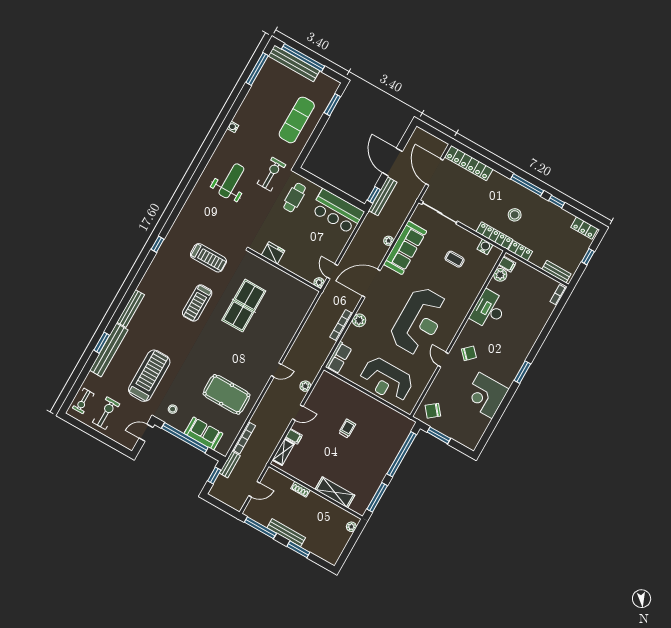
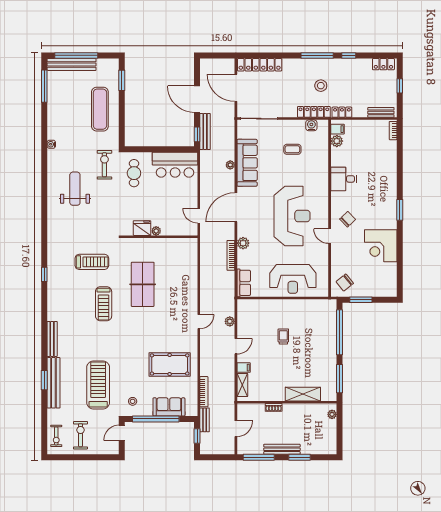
plant: (319, 283) -> (156, 231), moved
desk: (489, 310) -> (344, 179), width x0.73

